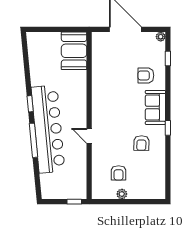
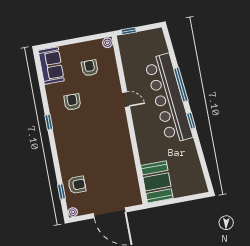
armchair: (146, 75) -> (77, 185), moved
sofa: (155, 107) -> (51, 66), moved
plant: (122, 194) -> (107, 43), moved

